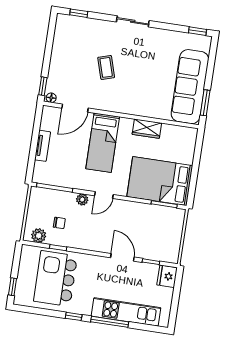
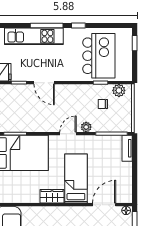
wardrobe: (147, 129) -> (52, 196), moved
tv unit: (43, 146) -> (127, 148), moved

